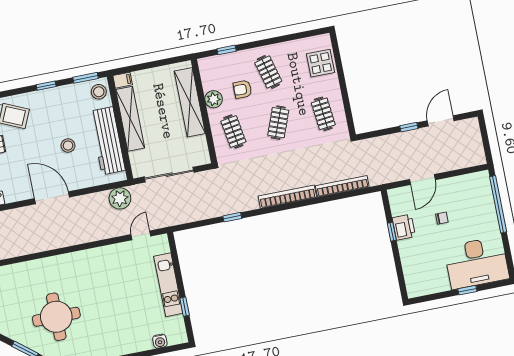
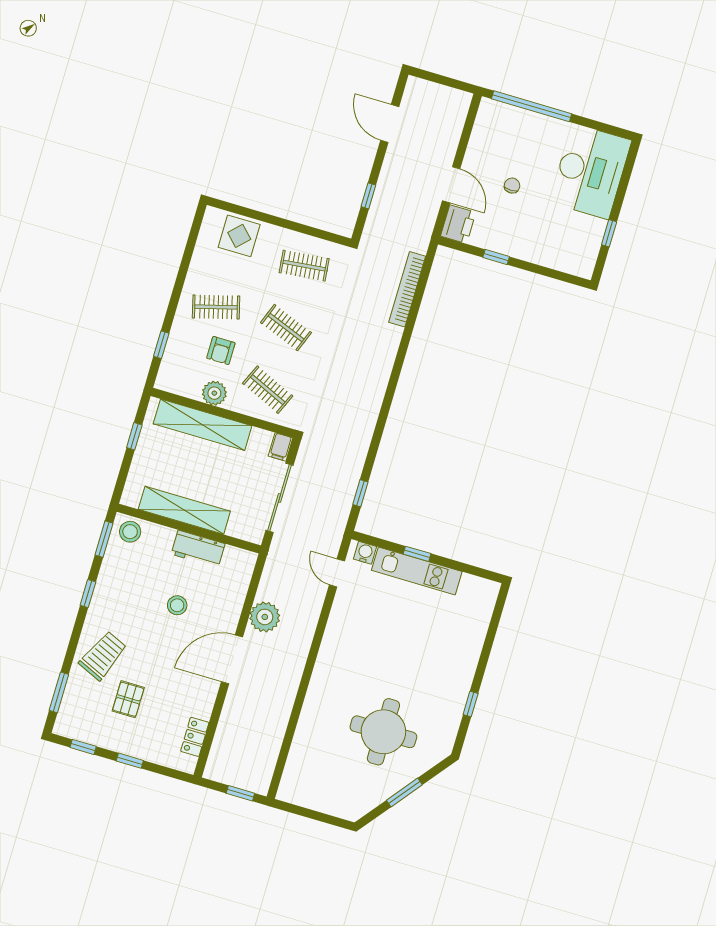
window: (160, 63) -> (134, 436), added
filing cabinet: (123, 80) -> (280, 447), moved, turned 180
window: (409, 127) -> (368, 196), moved
clothes rail: (233, 132) -> (268, 390), turned 33
workbench: (107, 141) -> (198, 549), width x0.53, depth x0.76
bookcase: (287, 197) -> (384, 365), removed
plant: (120, 198) -> (265, 617), moved
window: (232, 217) -> (360, 493), moved
printer: (404, 227) -> (458, 224), moved, turned 90
window: (467, 290) -> (609, 233), moved
window: (185, 307) -> (417, 554), moved
water cooler: (160, 341) -> (365, 553), moved, turned -90

